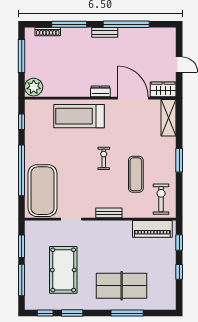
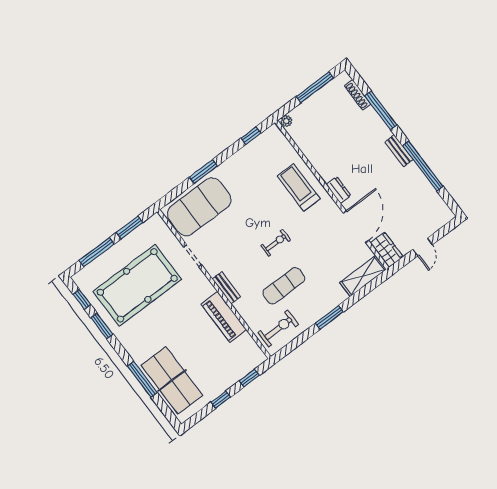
plant: (34, 87) -> (286, 121), width x0.53, depth x0.53
treadmill: (79, 116) -> (299, 187), width x0.73, depth x0.73
window: (22, 170) -> (203, 172), width x0.47
piano: (152, 229) -> (224, 317), moved
pool table: (63, 270) -> (137, 285), width x1.36, depth x1.32
table tennis table: (122, 286) -> (172, 380), moved

